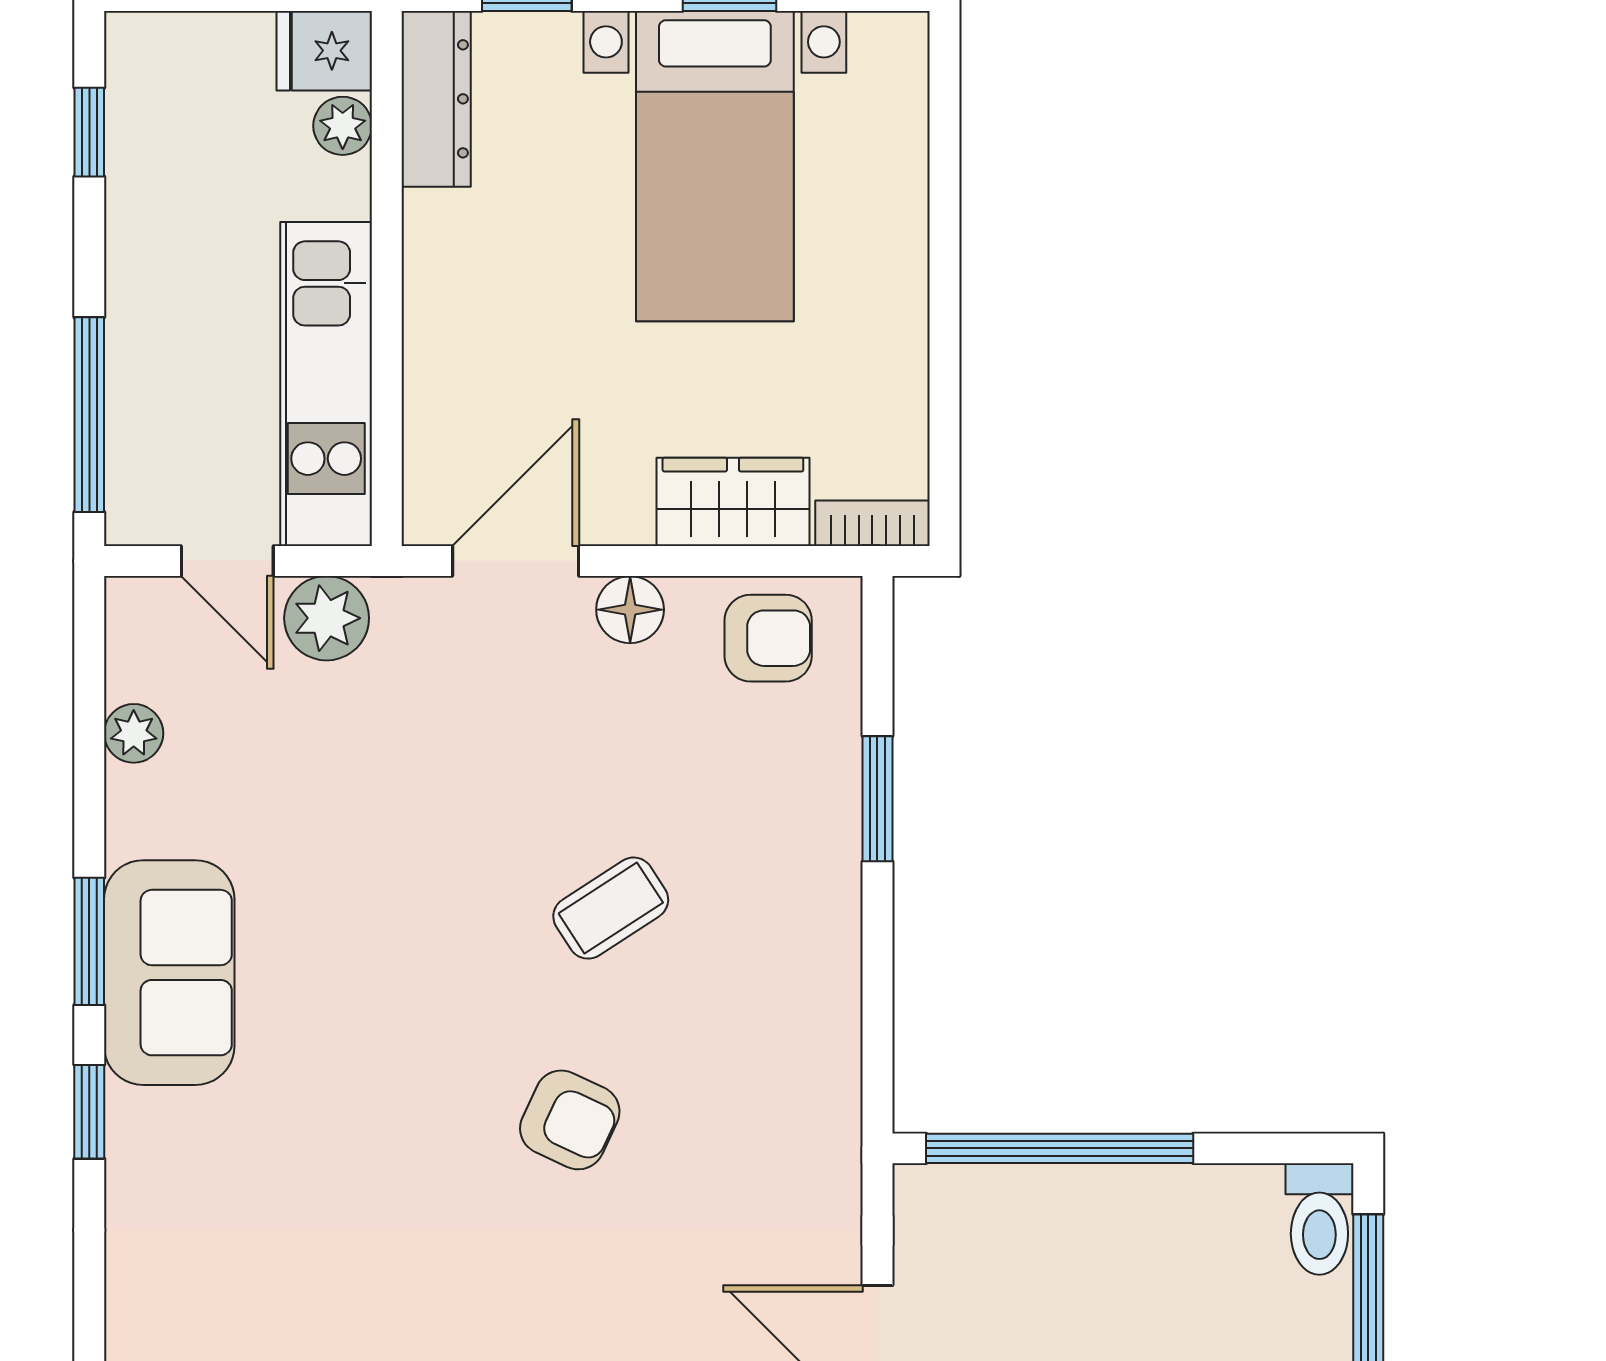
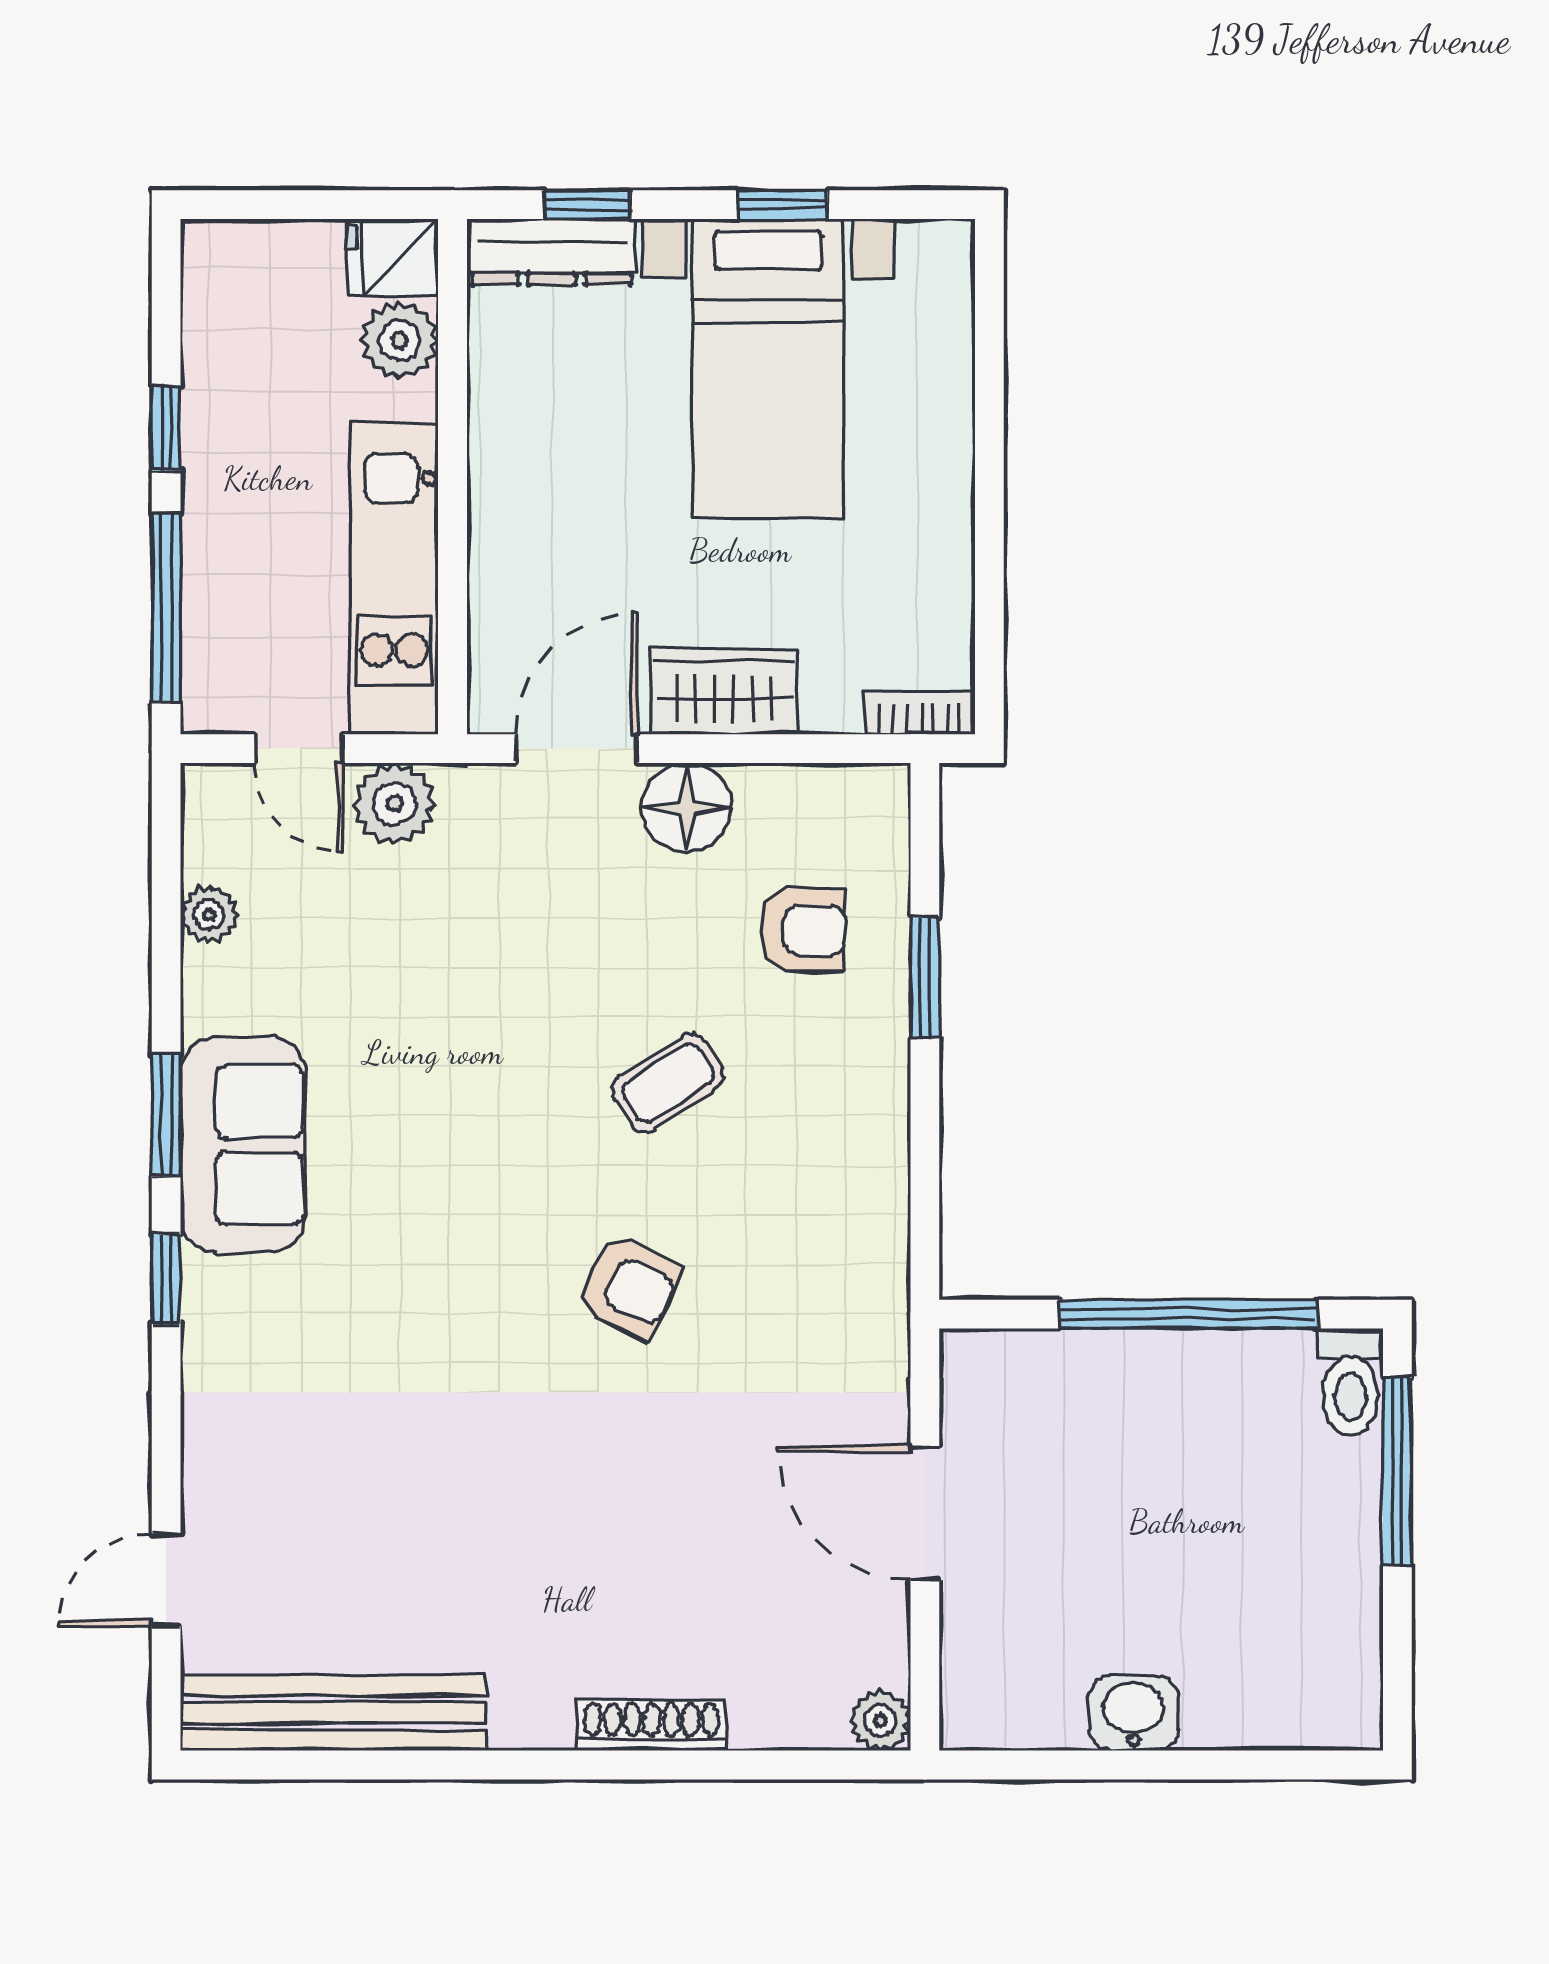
dresser: (436, 99) -> (552, 252), moved, turned 90
plant: (343, 126) -> (399, 340), width x1.38, depth x1.38
window: (89, 132) -> (166, 428), moved
wardrobe: (733, 502) -> (724, 692), moved
floor lamp: (630, 610) -> (687, 808), width x1.38, depth x1.38
armchair: (768, 638) -> (803, 930), moved
window: (1060, 1148) -> (1188, 1314), moved

